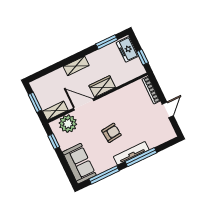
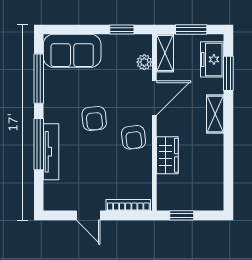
window: (107, 42) -> (228, 73), moved
freezer: (127, 49) -> (212, 59), moved, turned -90
wardrobe: (102, 87) -> (167, 155), moved
armchair: (111, 106) -> (134, 137), added
plant: (68, 124) -> (144, 62), width x0.53, depth x0.53
tv unit: (131, 153) -> (51, 152), moved

